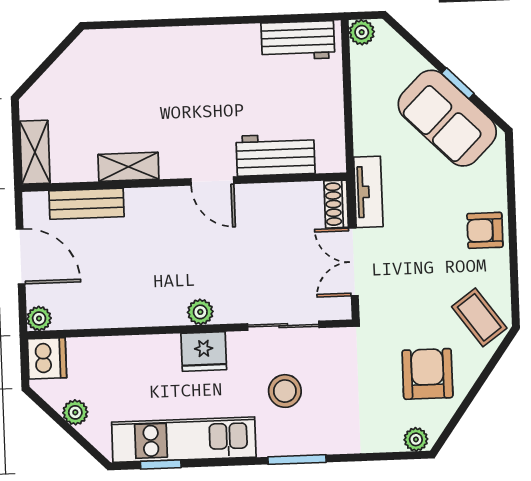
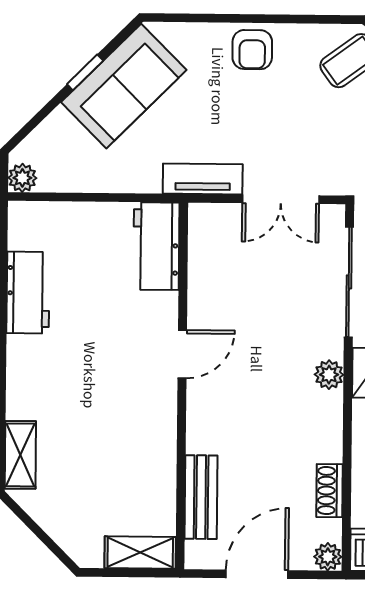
workbench: (298, 41) -> (28, 293), moved
workbench: (276, 155) -> (156, 246), moved
shelving: (128, 167) -> (20, 455), moved
shoe rack: (336, 204) -> (329, 491), moved, turned 90
sliding door: (283, 326) -> (349, 282), width x1.37

